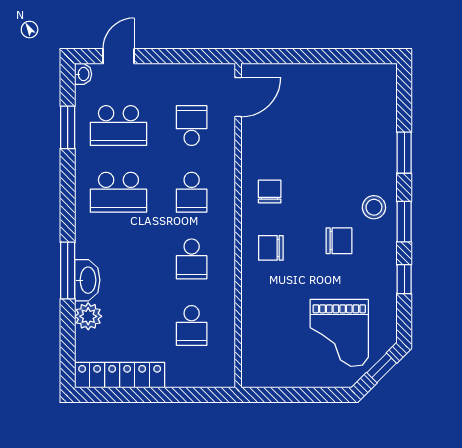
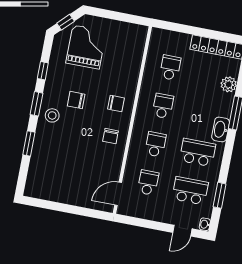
school desk: (192, 126) -> (148, 183), turned 180
washbasin: (87, 280) -> (221, 129), moved

